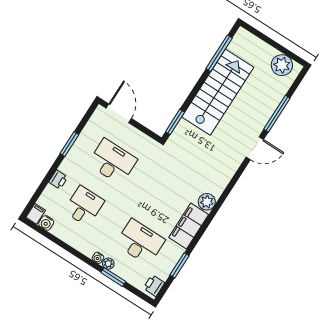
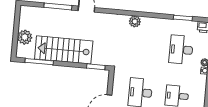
plant: (282, 65) -> (25, 37), moved
filing cabinet: (189, 226) -> (156, 25), removed

